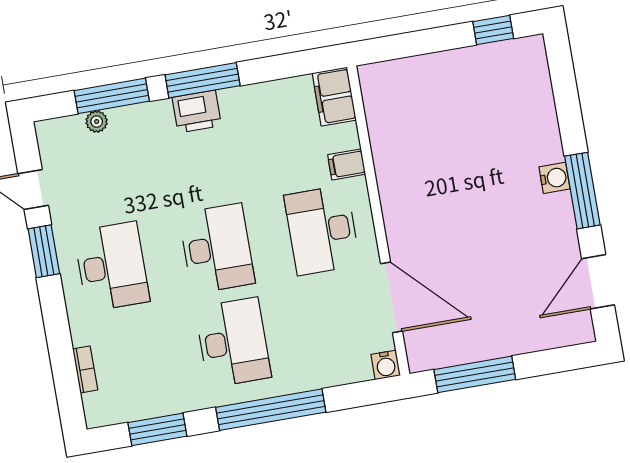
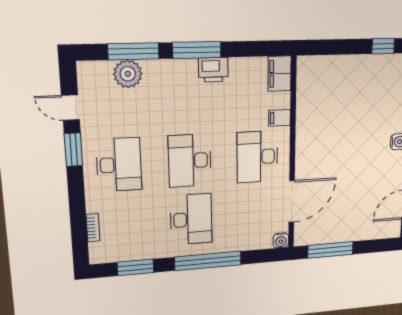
printer: (197, 112) -> (213, 70), moved
plant: (97, 122) -> (128, 74), width x1.87, depth x1.87
desk: (217, 248) -> (190, 161), turned 180
door: (392, 297) -> (292, 202), hinge flipped

